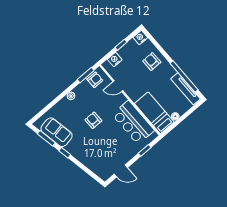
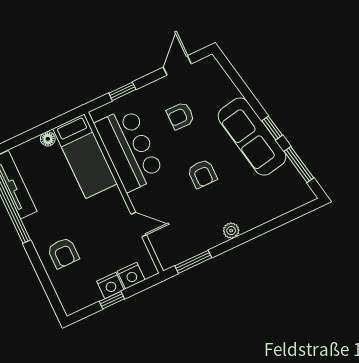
nightstand: (140, 37) -> (110, 285), moved
armchair: (95, 80) -> (181, 116), moved
sofa: (57, 132) -> (252, 137), moved, width x1.36
door: (121, 171) -> (177, 65), hinge flipped

